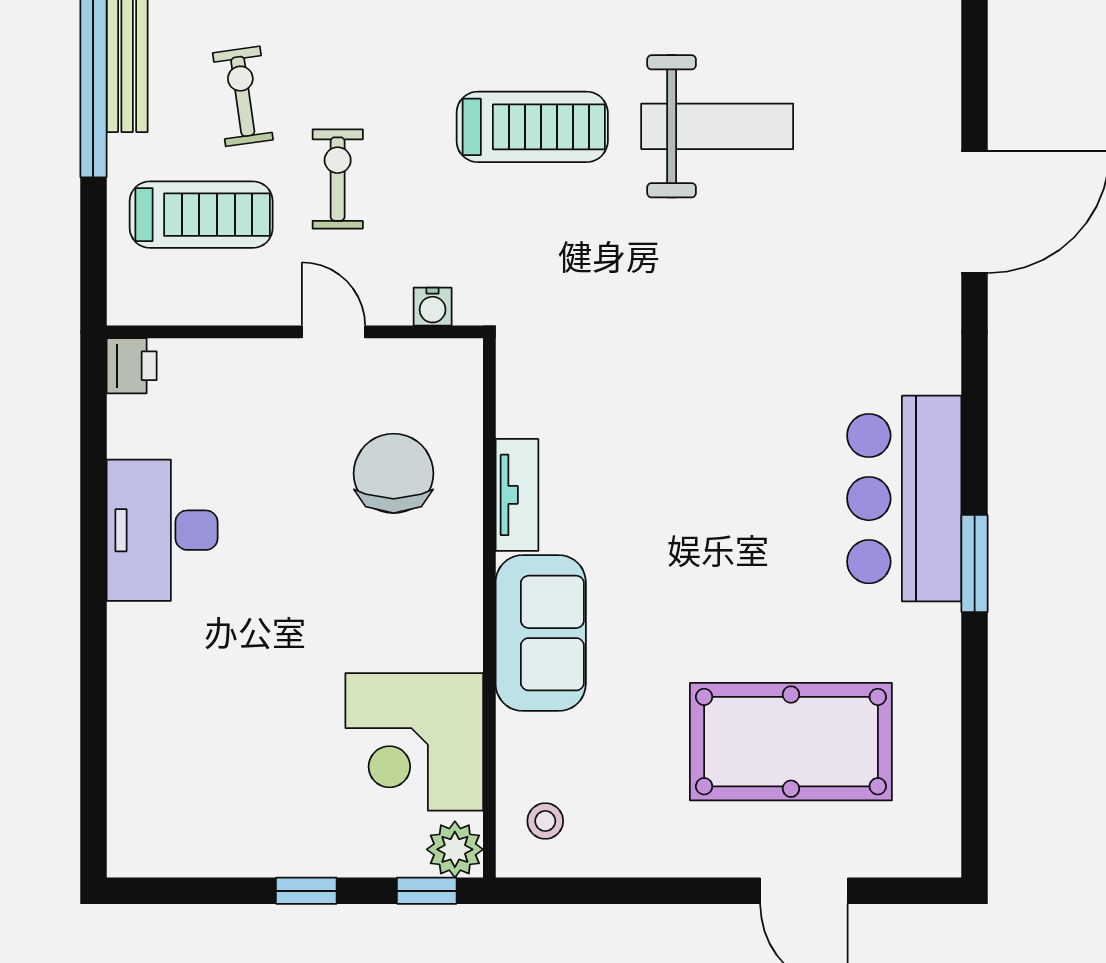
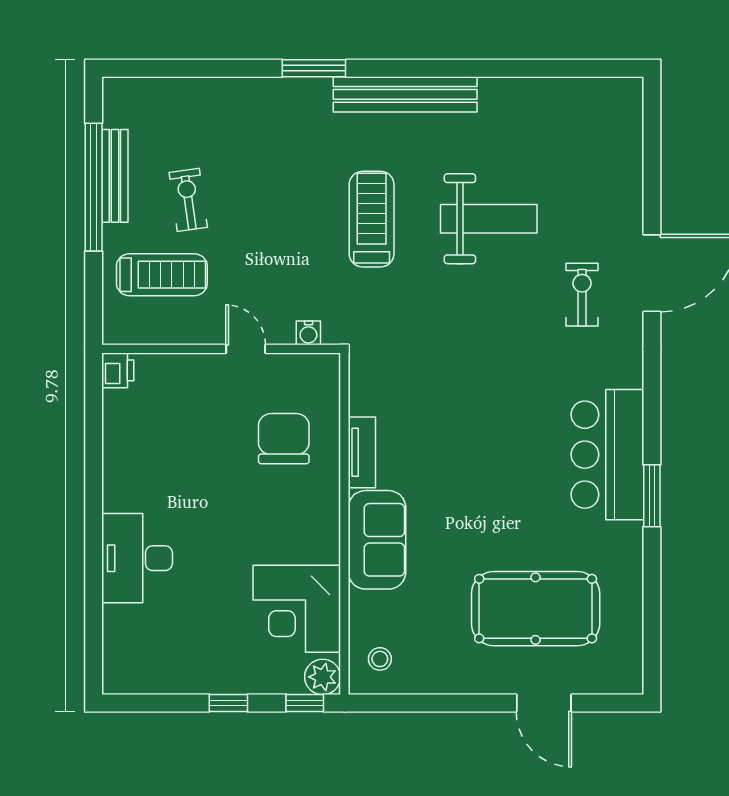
treadmill: (532, 127) -> (372, 219), turned -90
exercise bike: (338, 179) -> (582, 295), moved
desk: (162, 530) -> (137, 558), moved

